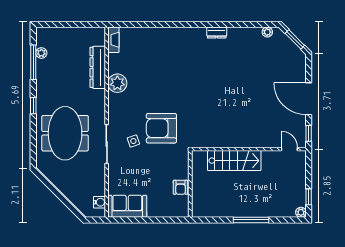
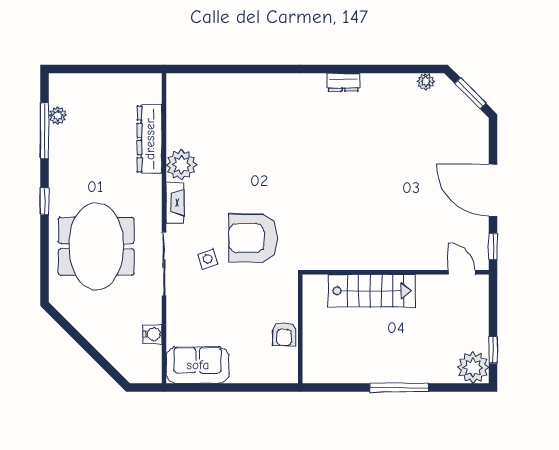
fireplace: (113, 40) -> (175, 203), moved
water cooler: (99, 202) -> (152, 334), moved
plant: (301, 212) -> (473, 367), width x1.87, depth x1.87

